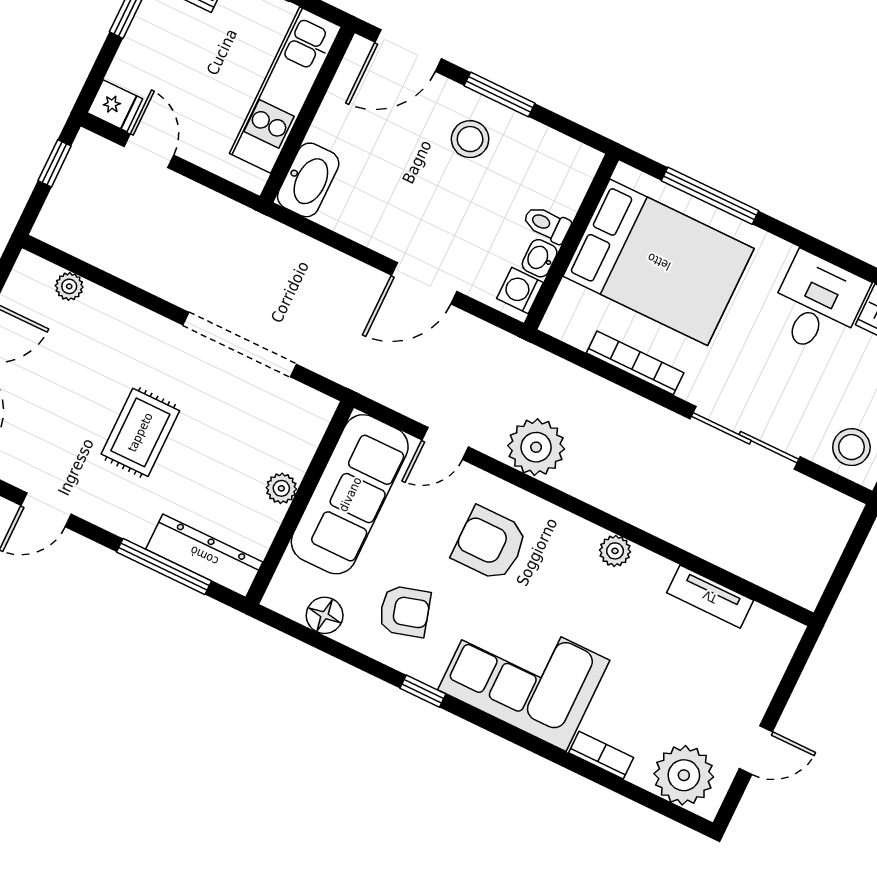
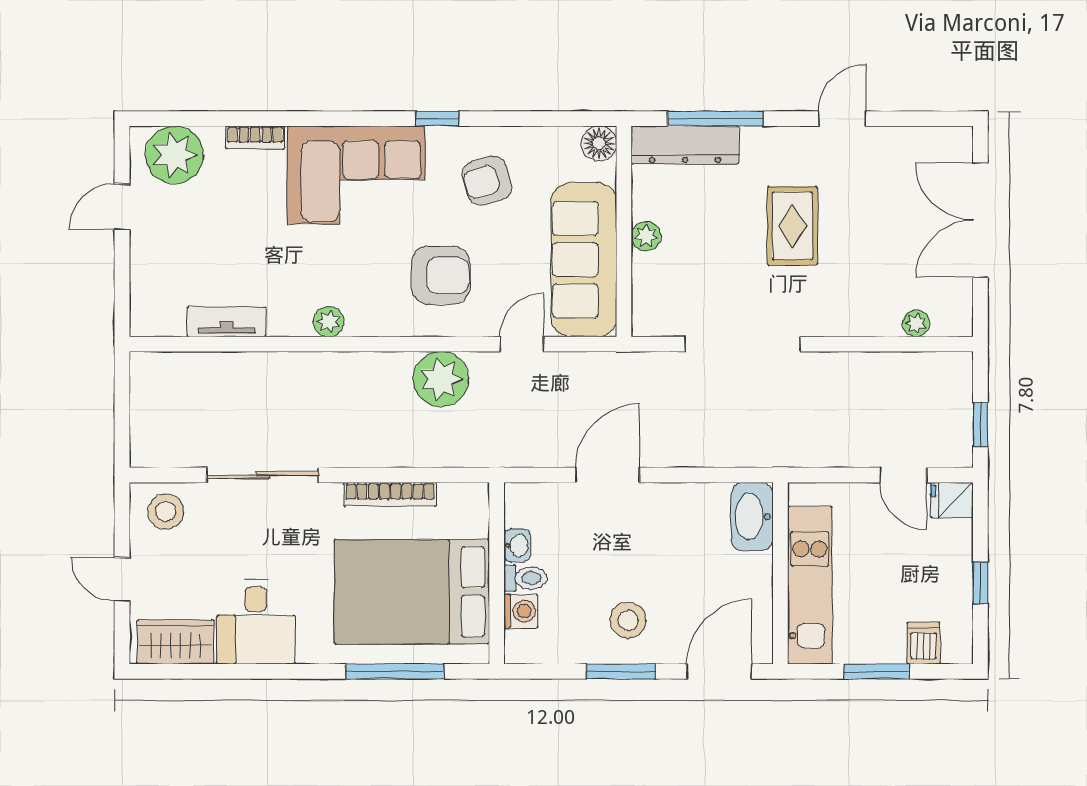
washing machine: (520, 291) -> (521, 611), moved
floor lamp: (325, 615) -> (599, 143), moved

